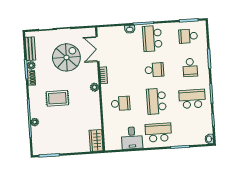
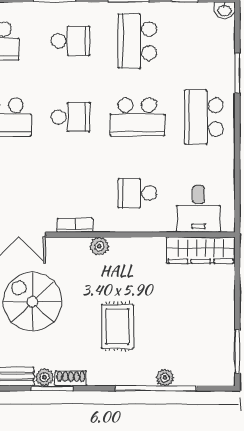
school desk: (154, 70) -> (71, 117), turned 90
school desk: (121, 103) -> (137, 193), turned -90
desk: (132, 138) -> (199, 209), moved, turned 90
wardrobe: (96, 140) -> (201, 250), width x1.50

